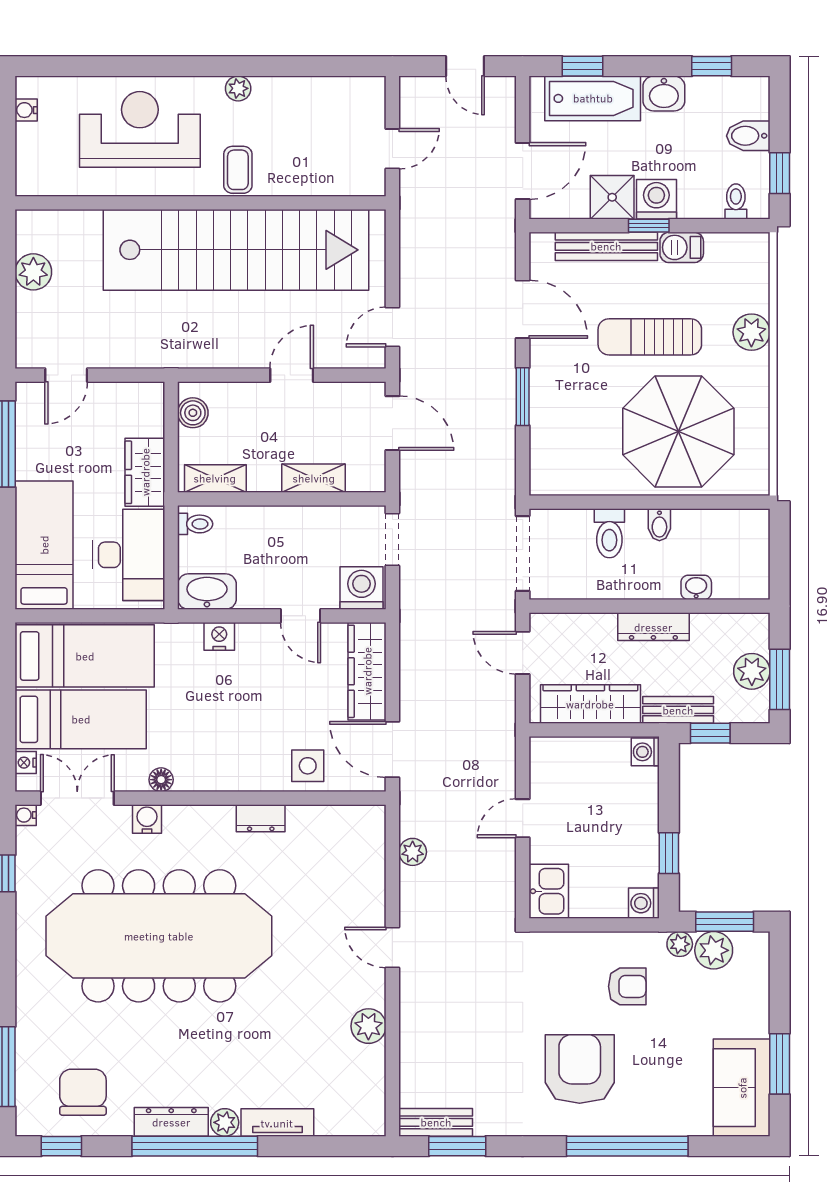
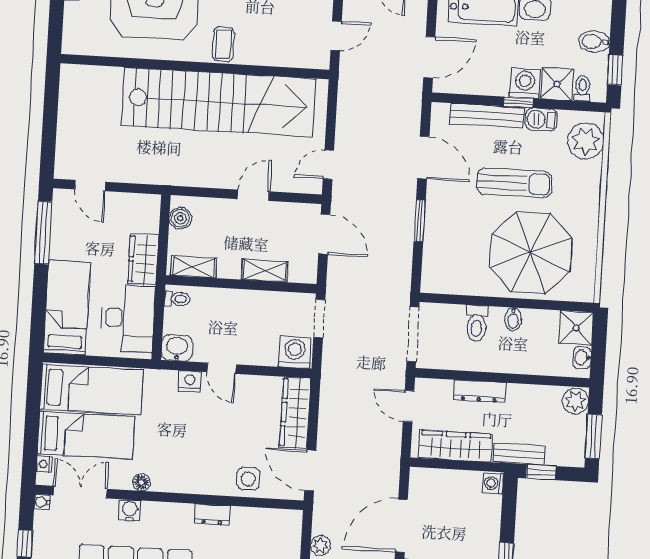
shower: (612, 197) -> (557, 84), moved
plant: (33, 272) -> (71, 109), removed
plant: (751, 332) -> (586, 141), moved, width x1.36, depth x1.36
sun lounger: (650, 337) -> (514, 183), turned 180
door: (66, 375) -> (90, 186), hinge flipped
shower: (747, 531) -> (576, 328), added
washbasin: (696, 587) -> (582, 358), moved, turned -90
washbasin: (207, 592) -> (177, 348), width x0.72
door: (301, 616) -> (222, 368), moved
dresser: (653, 627) -> (479, 391), moved
plant: (752, 671) -> (575, 401), moved
door: (523, 818) -> (401, 526), width x1.88

